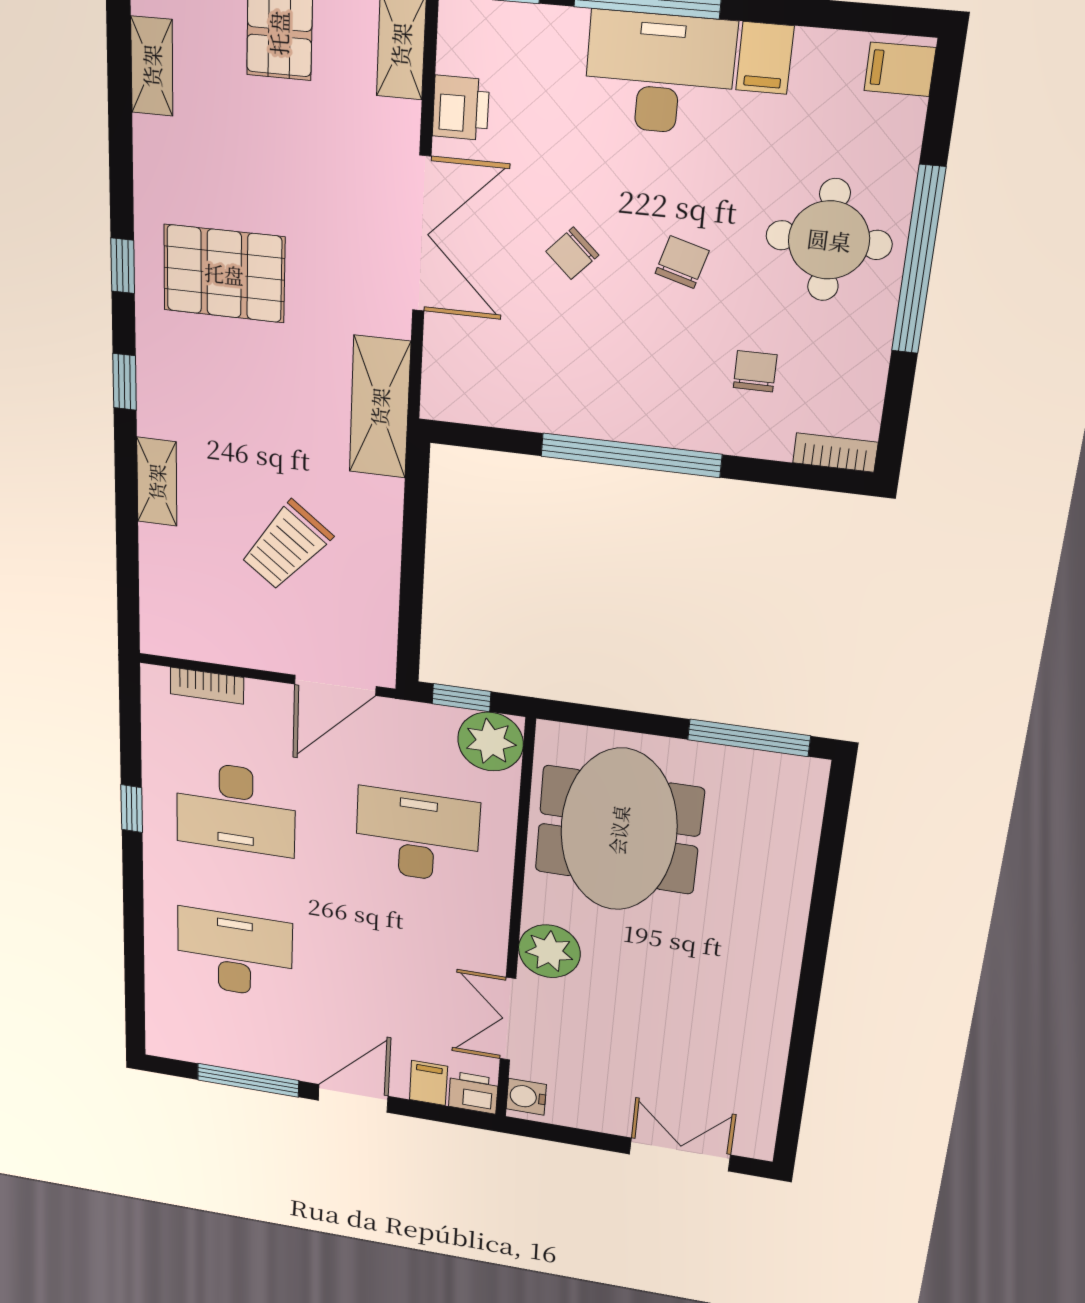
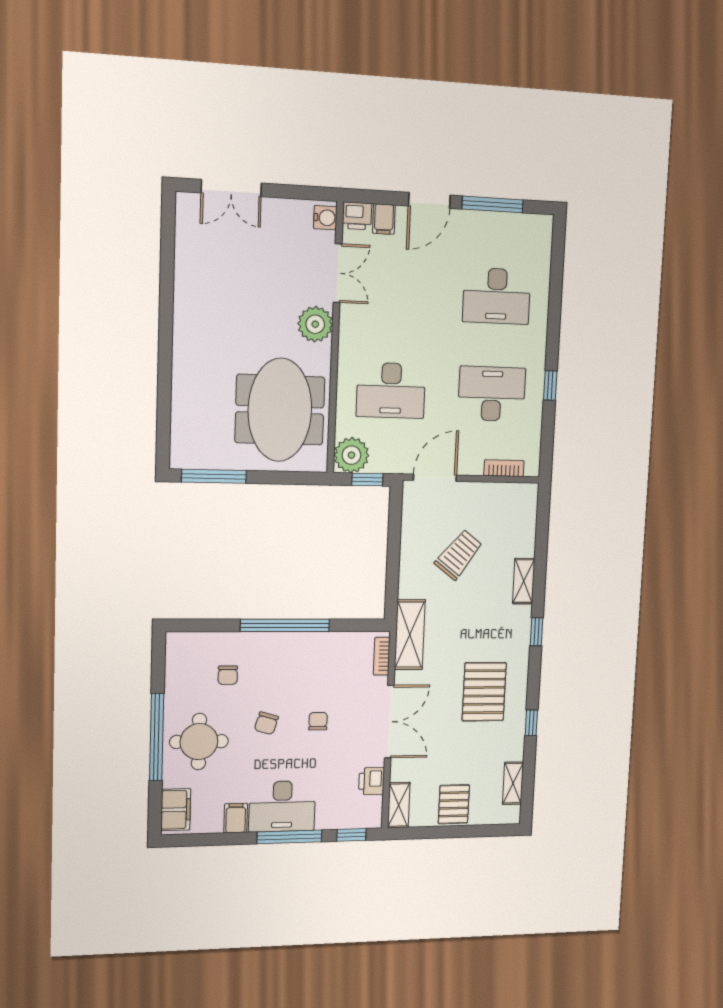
filing cabinet: (900, 69) -> (176, 810), width x2.00
double door: (422, 234) -> (389, 722), swing flipped
chair: (572, 253) -> (318, 721), turned -43
window: (123, 266) -> (531, 723), moved
pallet: (224, 274) -> (484, 692), turned 90
bookcase: (835, 453) -> (382, 656), moved, turned 90

